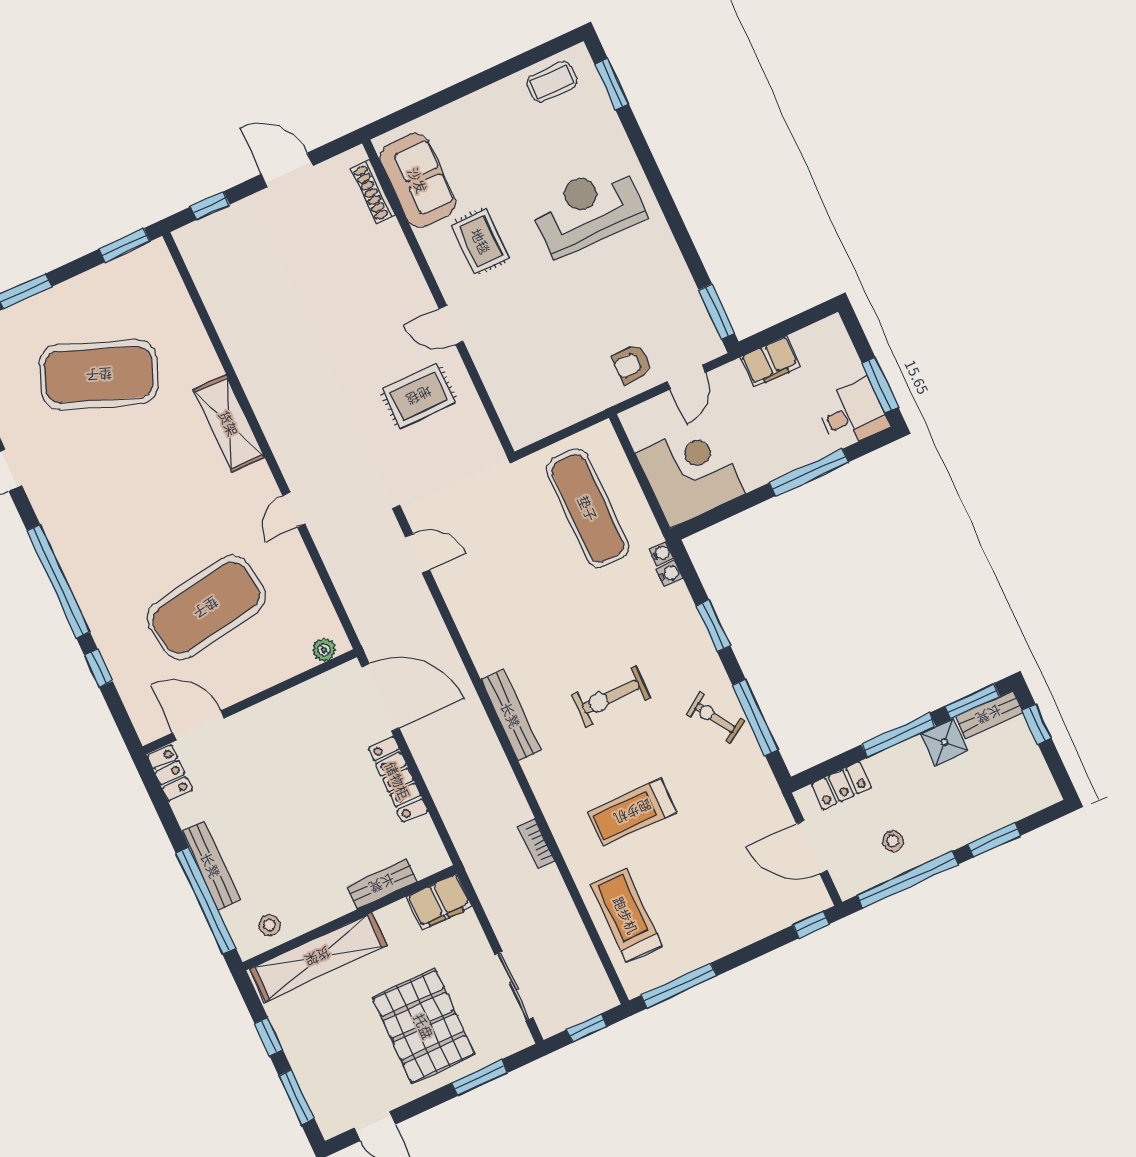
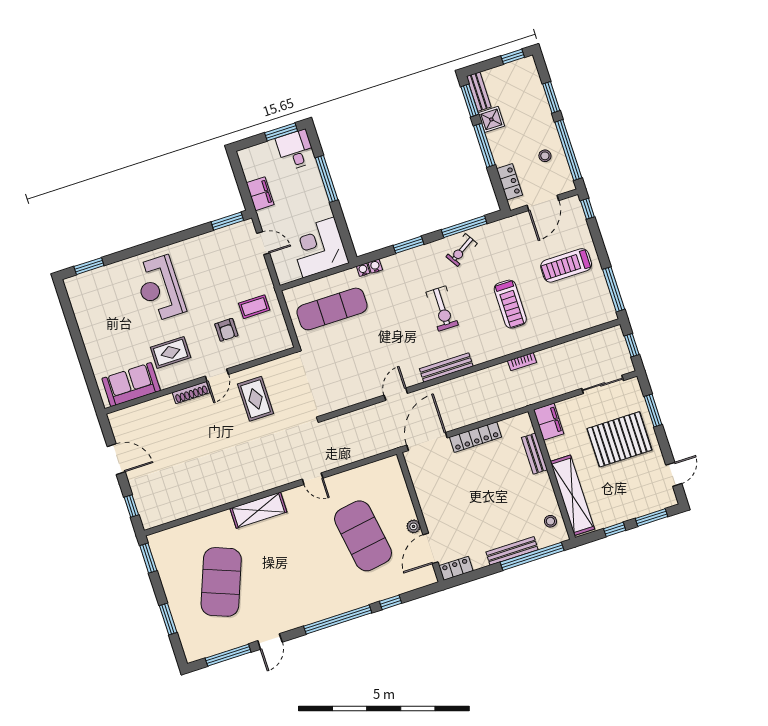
coffee table: (552, 82) -> (254, 307), moved, turned 90
door: (287, 170) -> (116, 459), swing flipped
shoe rack: (373, 192) -> (191, 393), moved
armchair: (632, 364) -> (226, 330), moved
door: (417, 553) -> (396, 394), moved
plant: (324, 650) -> (413, 526), moved
window: (1037, 724) -> (513, 57), moved
treadmill: (626, 915) -> (566, 265), moved

